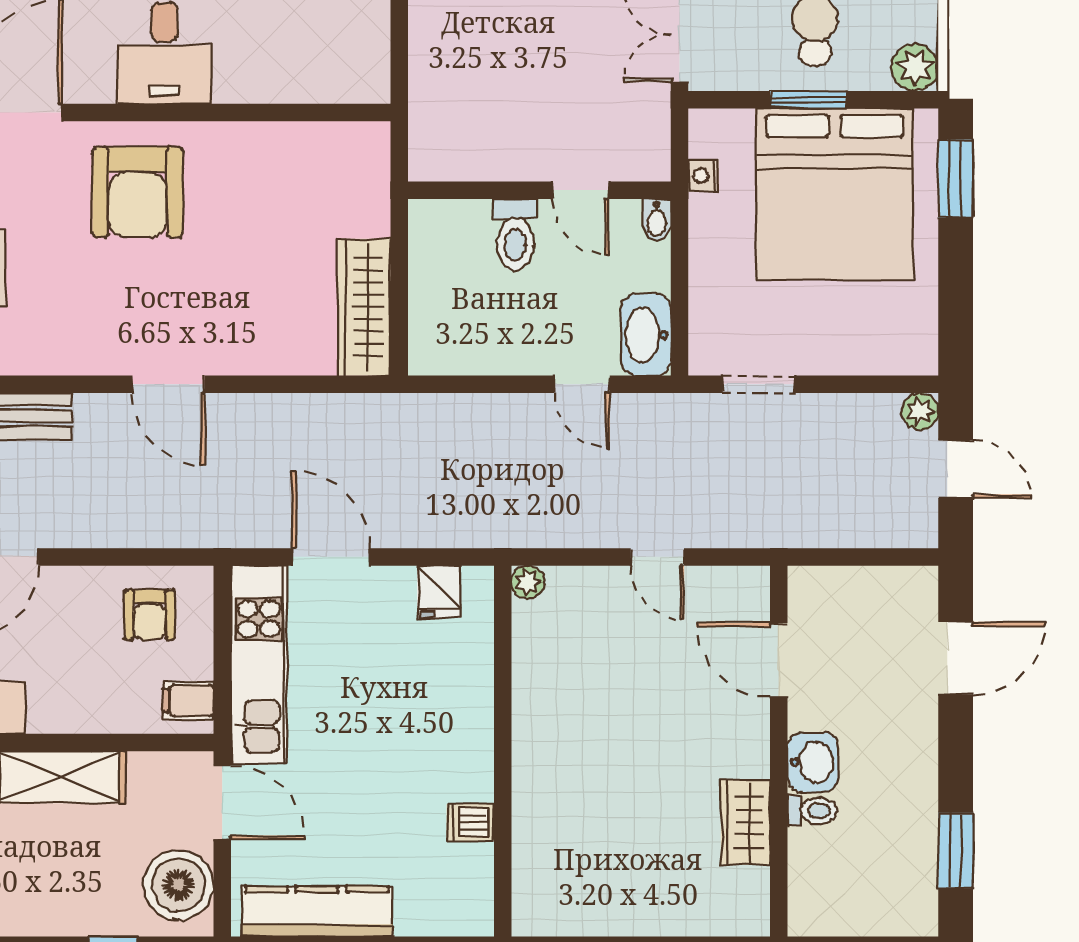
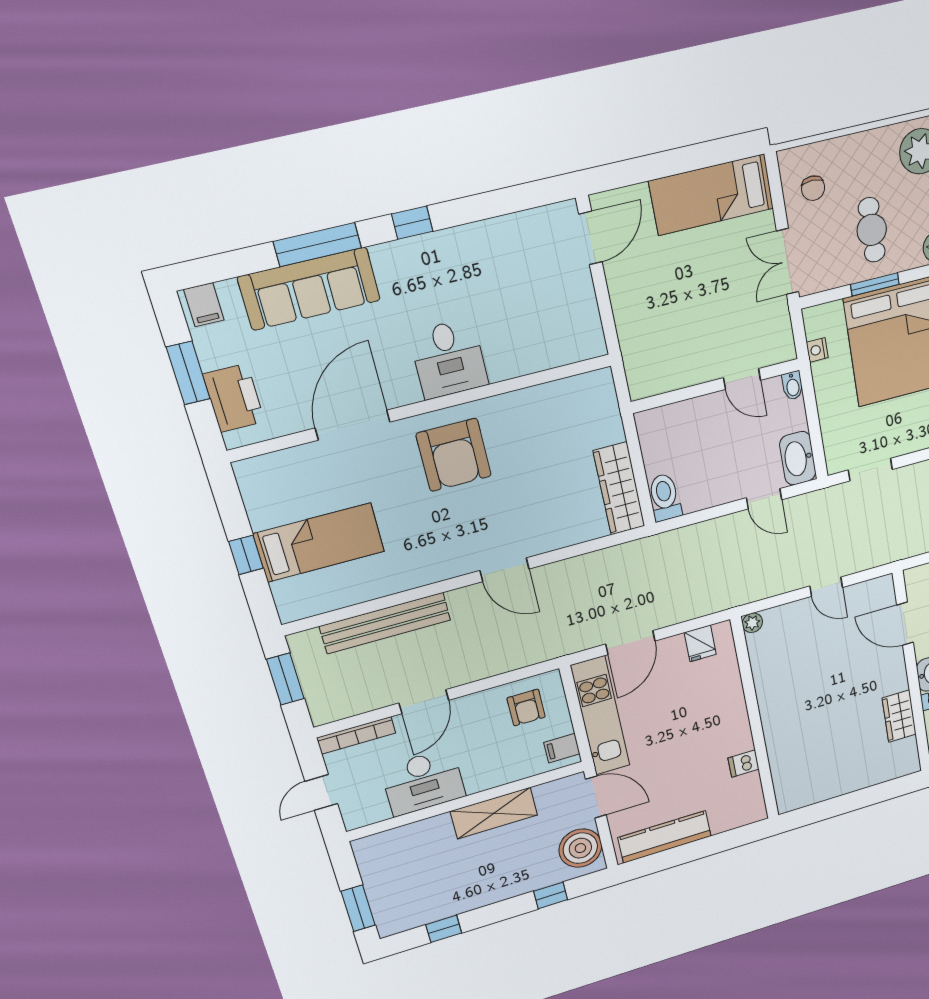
toilet: (515, 235) -> (665, 497), moved, turned 180
door: (331, 557) -> (630, 643), swing flipped

